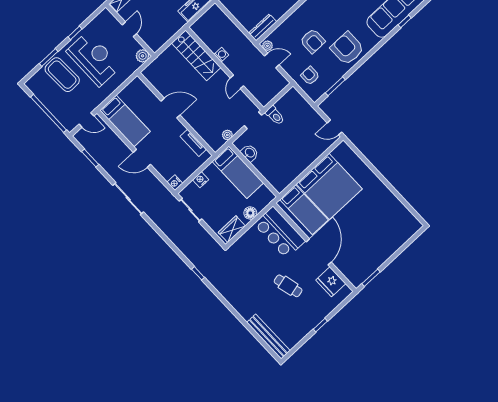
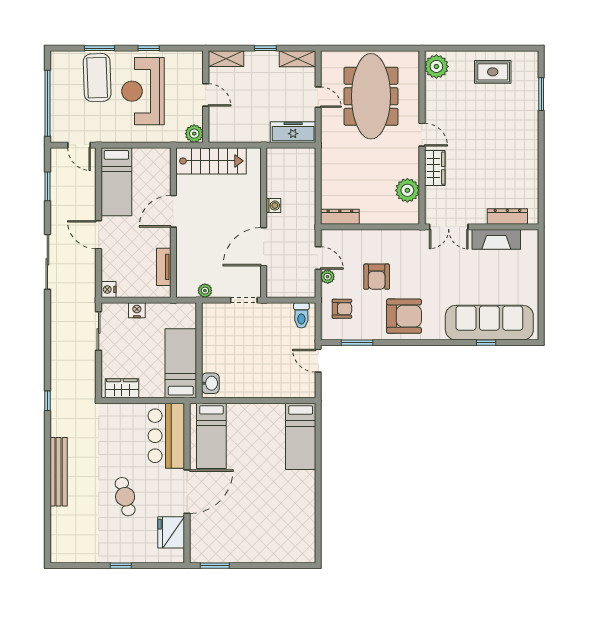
door: (129, 29) -> (206, 95), hinge flipped
plant: (267, 46) -> (328, 277), moved
armchair: (347, 48) -> (404, 316), turned 90
stairs: (196, 55) -> (211, 161), moved, turned -90
reception desk: (94, 59) -> (143, 91), turned 180
armchair: (310, 76) -> (342, 309), turned 90
door: (237, 82) -> (264, 247), width x1.87
door: (170, 108) -> (173, 211), swing flipped
toilet: (275, 115) -> (301, 315), moved
door: (334, 127) -> (318, 361), moved
washbasin: (250, 153) -> (210, 383), moved
bed: (238, 172) -> (181, 363), moved, turned 180
bed: (329, 186) -> (301, 436), moved, width x0.49
floor lamp: (250, 213) -> (155, 389), removed
bench: (268, 337) -> (59, 472), moved

